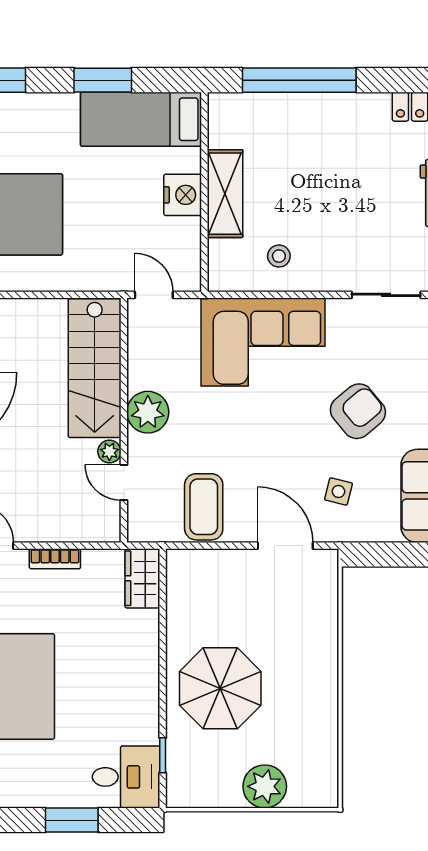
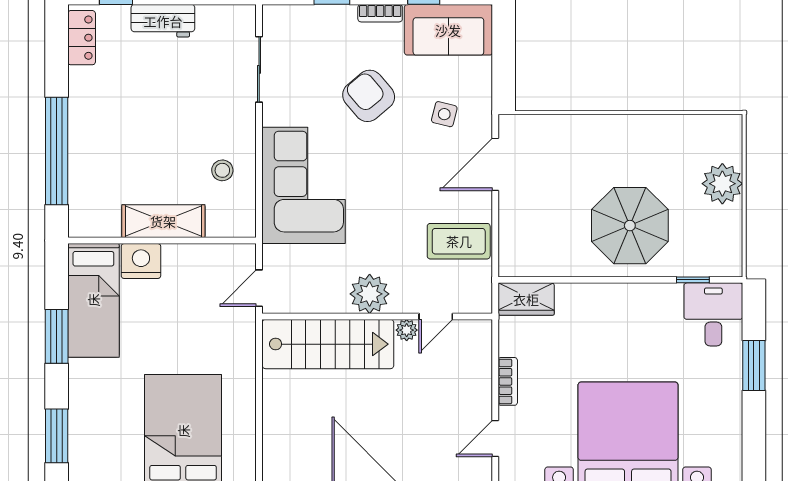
nightstand: (183, 195) -> (141, 261), moved

